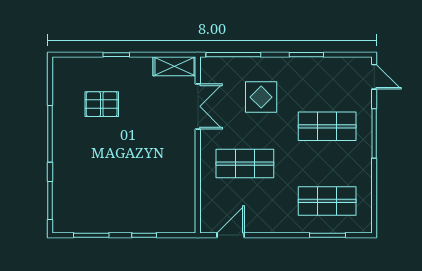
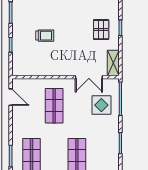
display table: (261, 97) -> (101, 105), moved
pallet: (102, 104) -> (101, 30), moved
trolley: (129, 179) -> (45, 36), added

